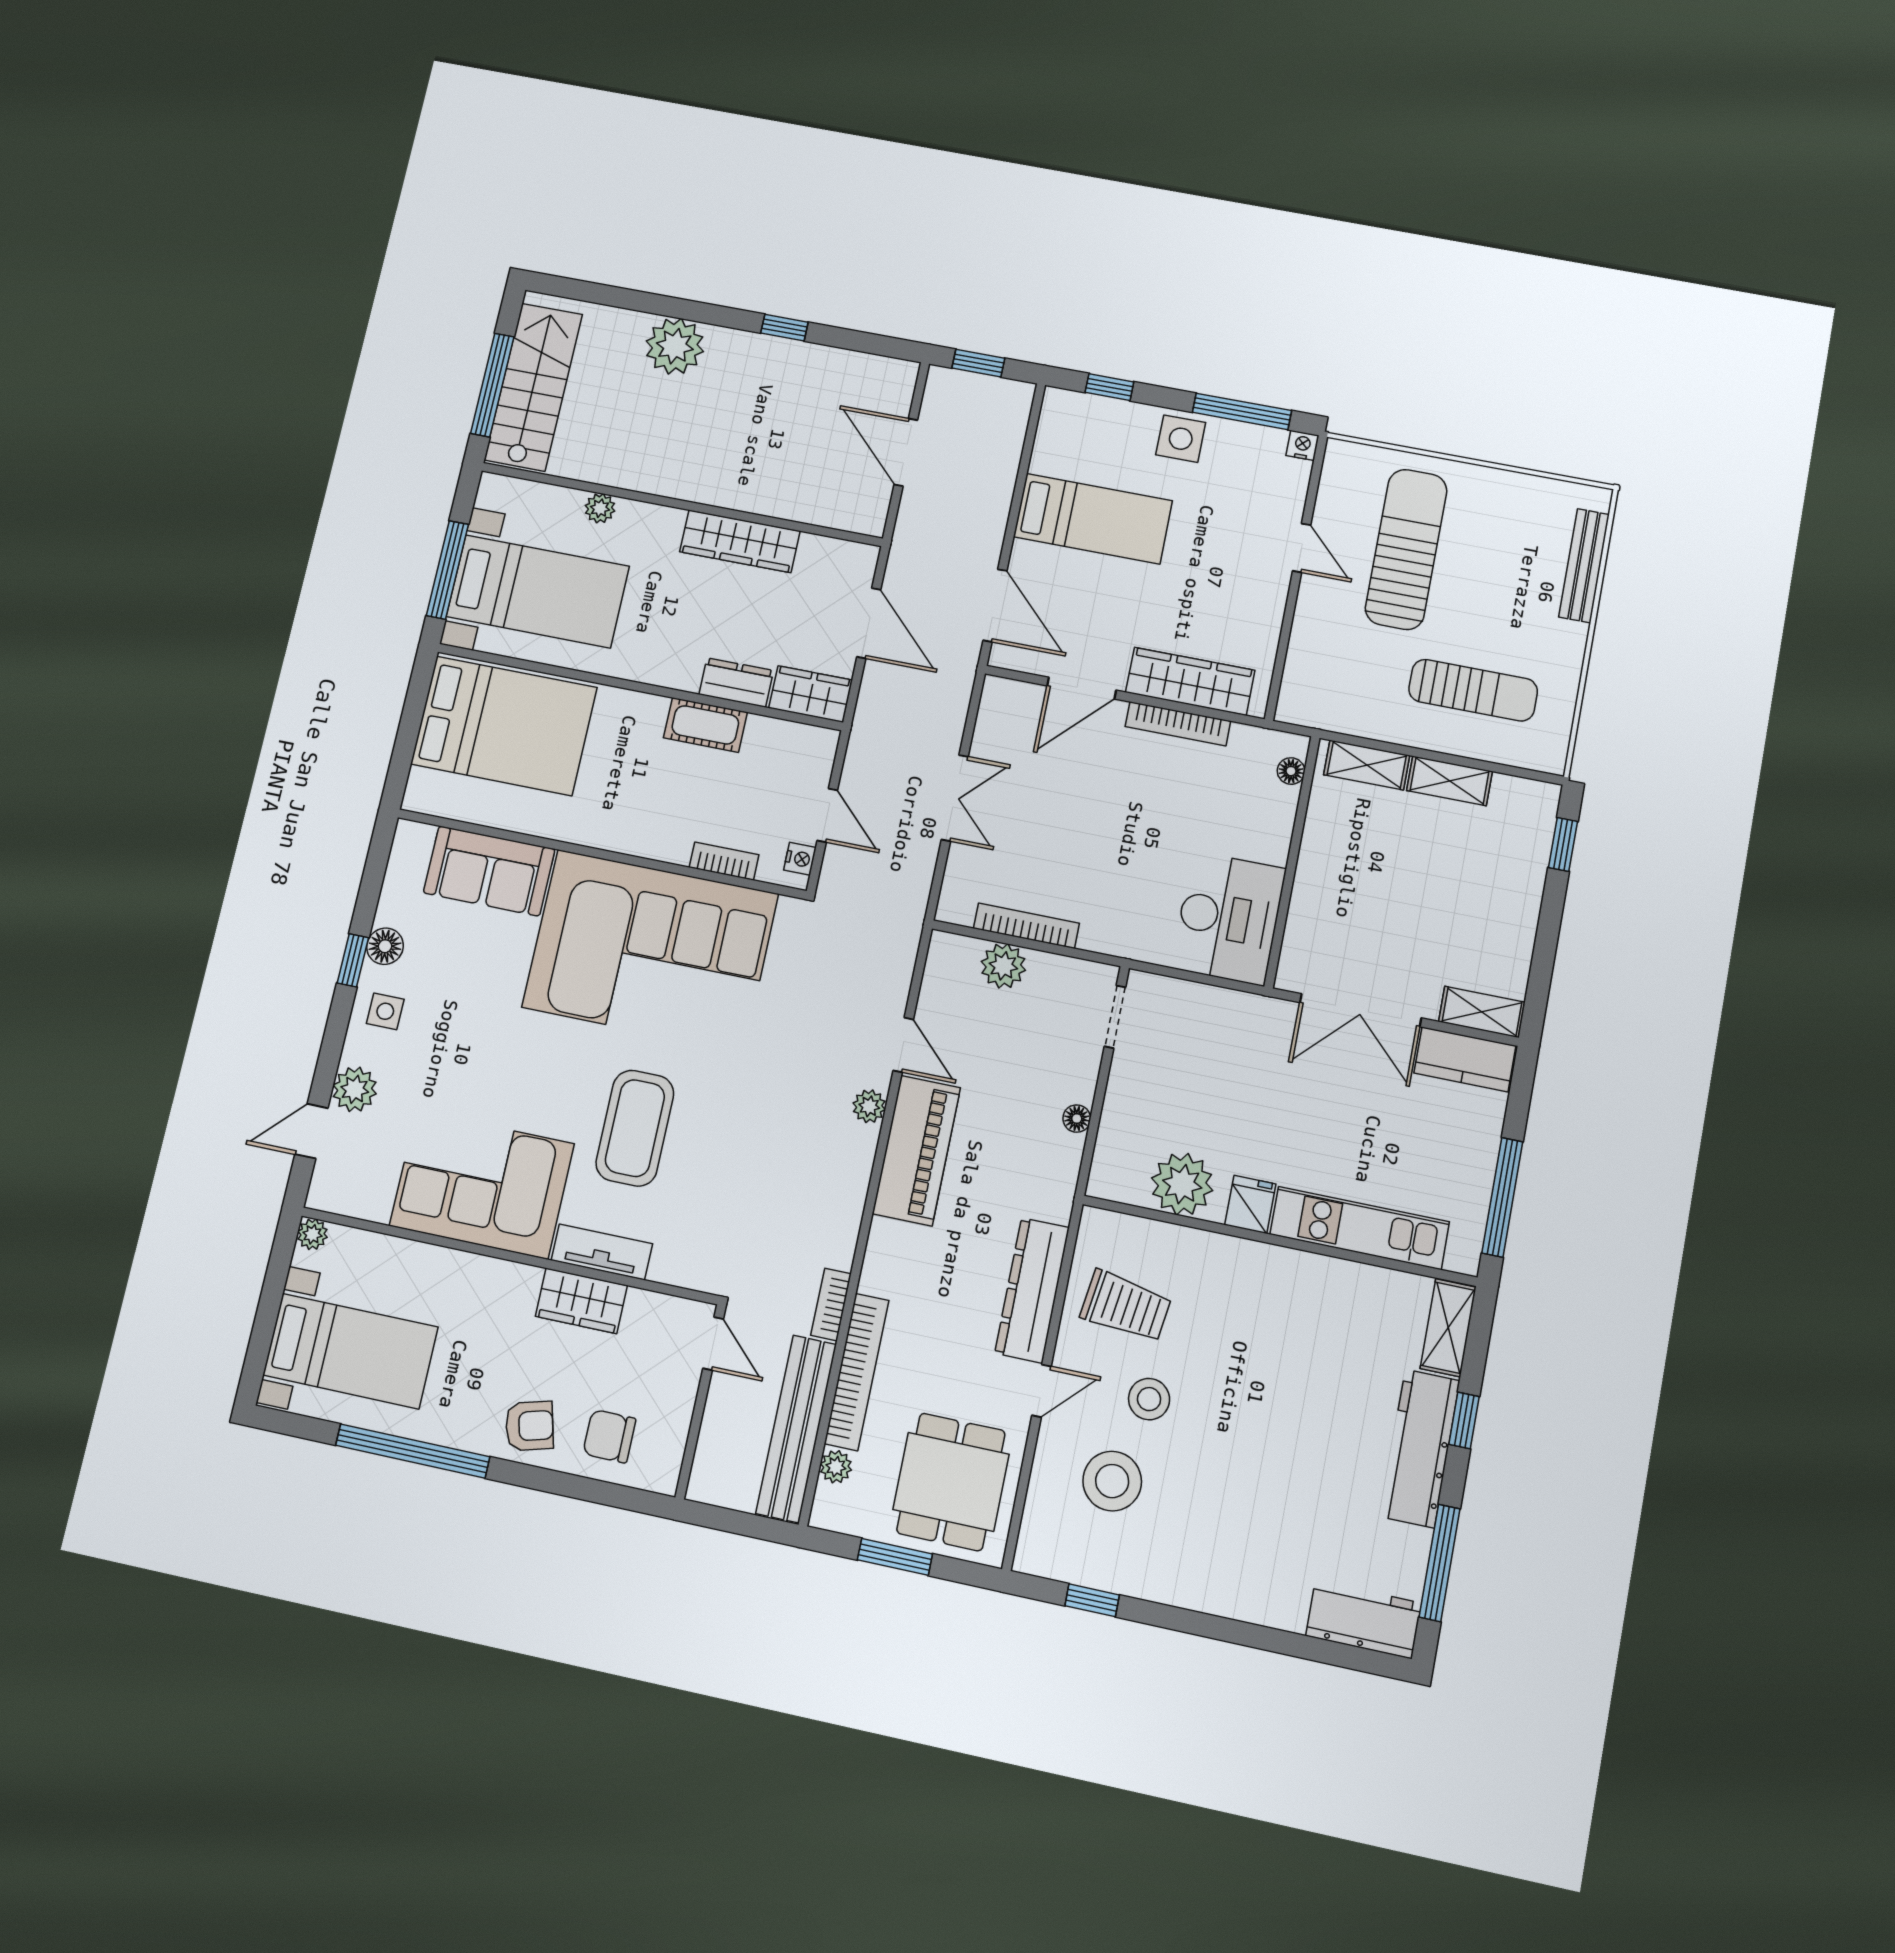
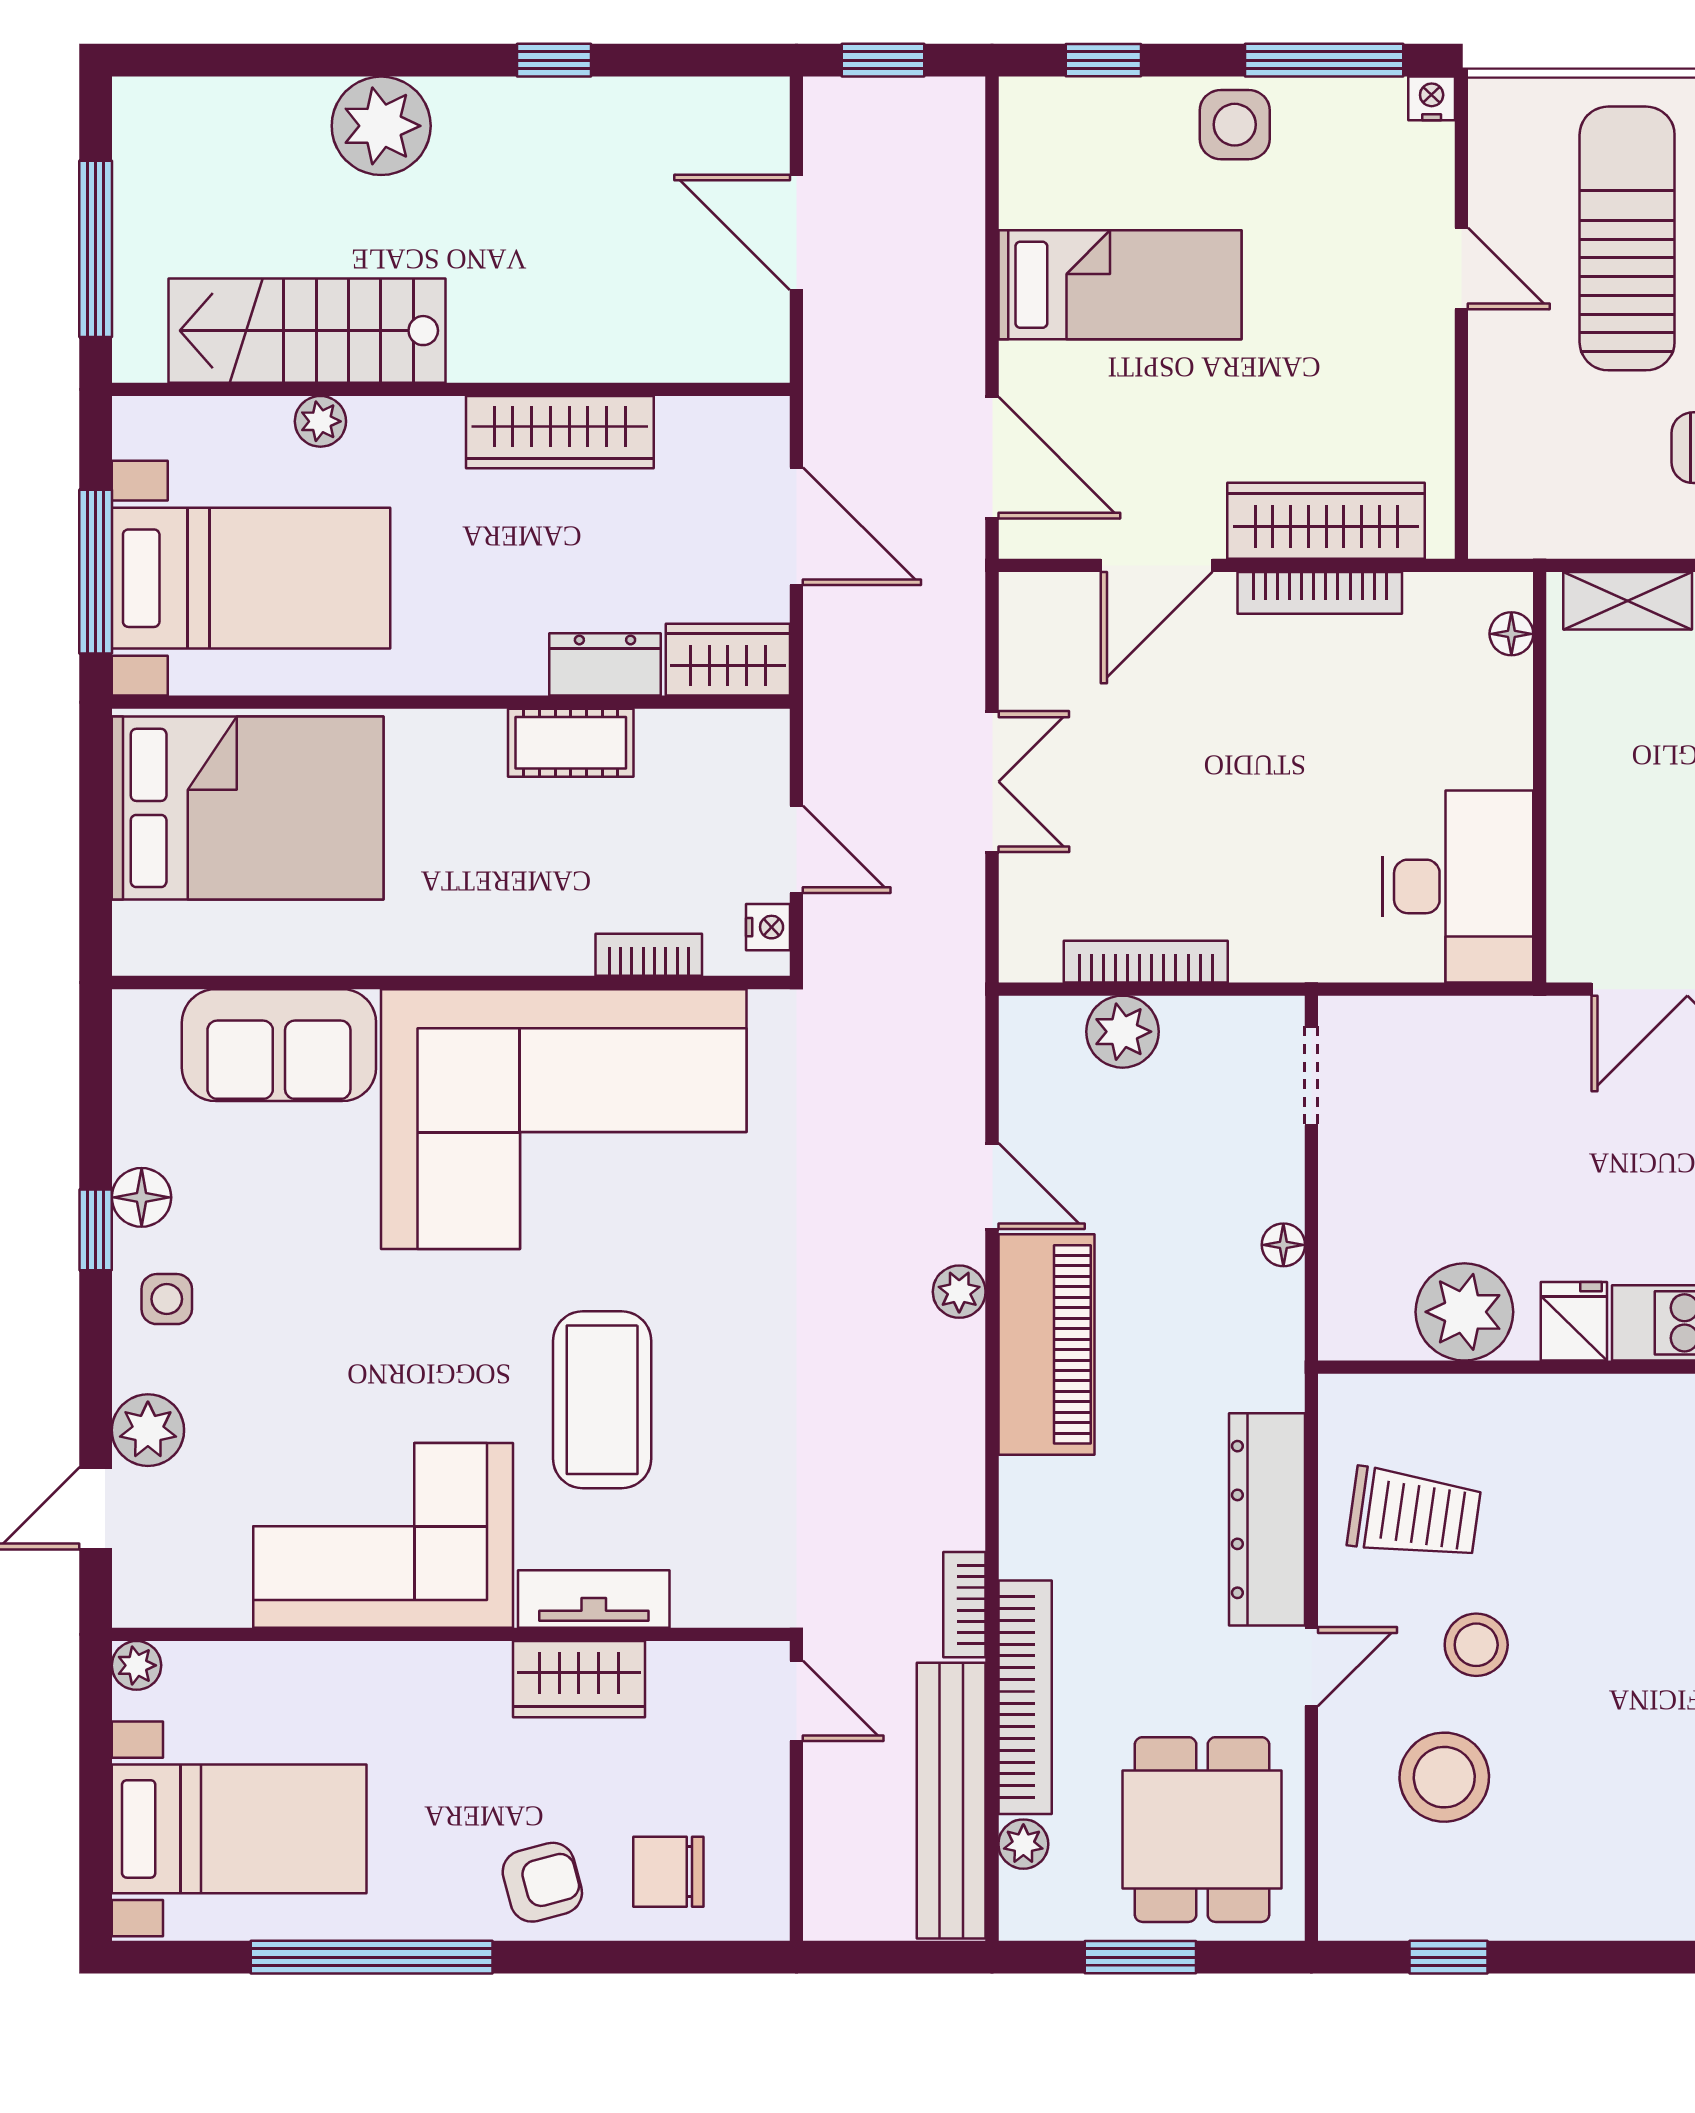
stairs: (533, 387) -> (307, 331), moved, turned -90

